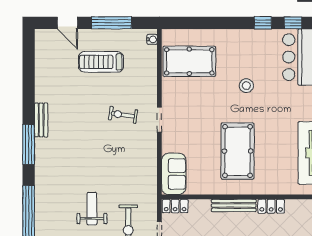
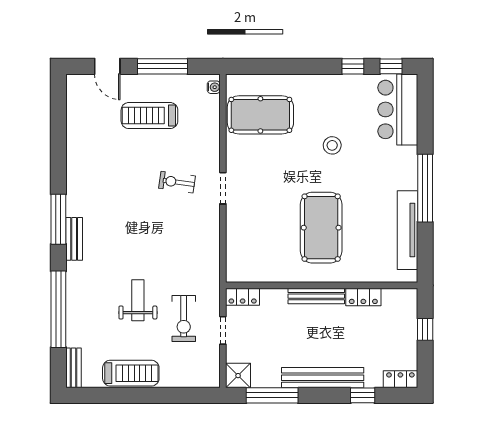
bench: (41, 120) -> (74, 239), moved
sofa: (174, 174) -> (241, 256), removed

